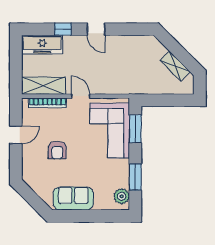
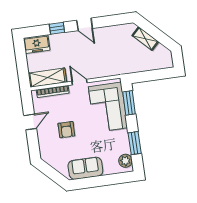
freezer: (42, 45) -> (37, 44), width x0.71
shelving: (175, 66) -> (145, 39), moved

